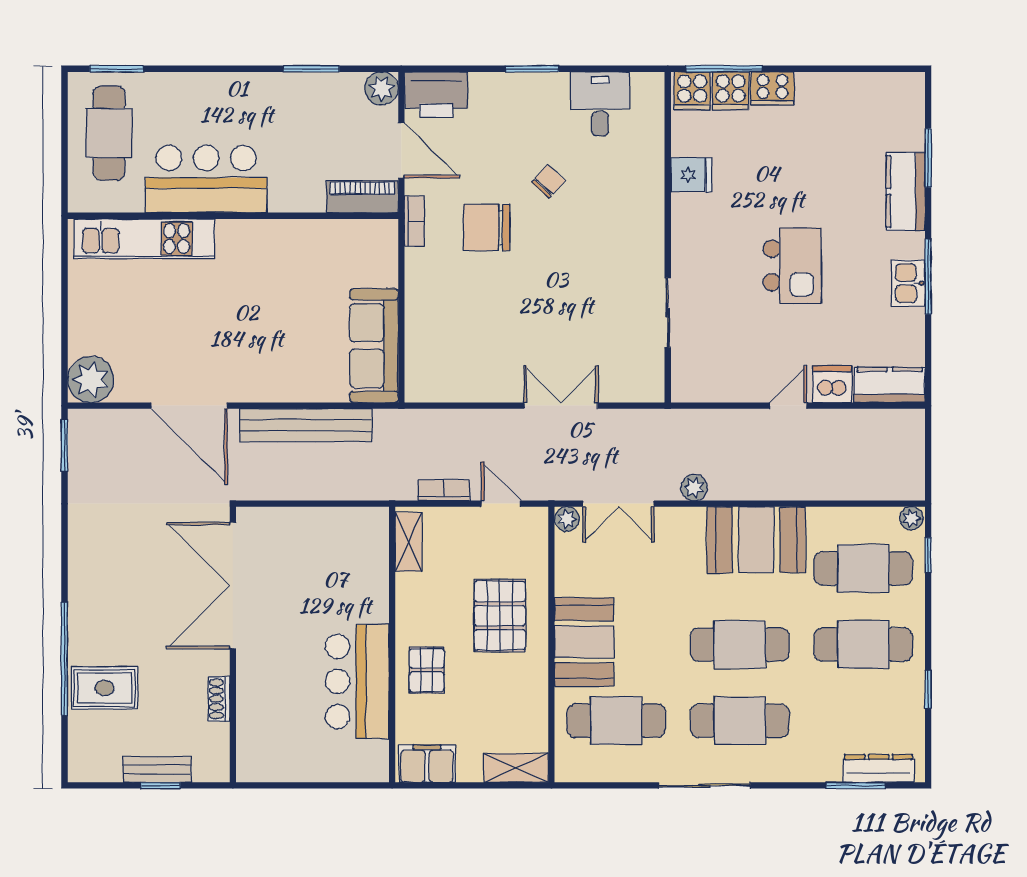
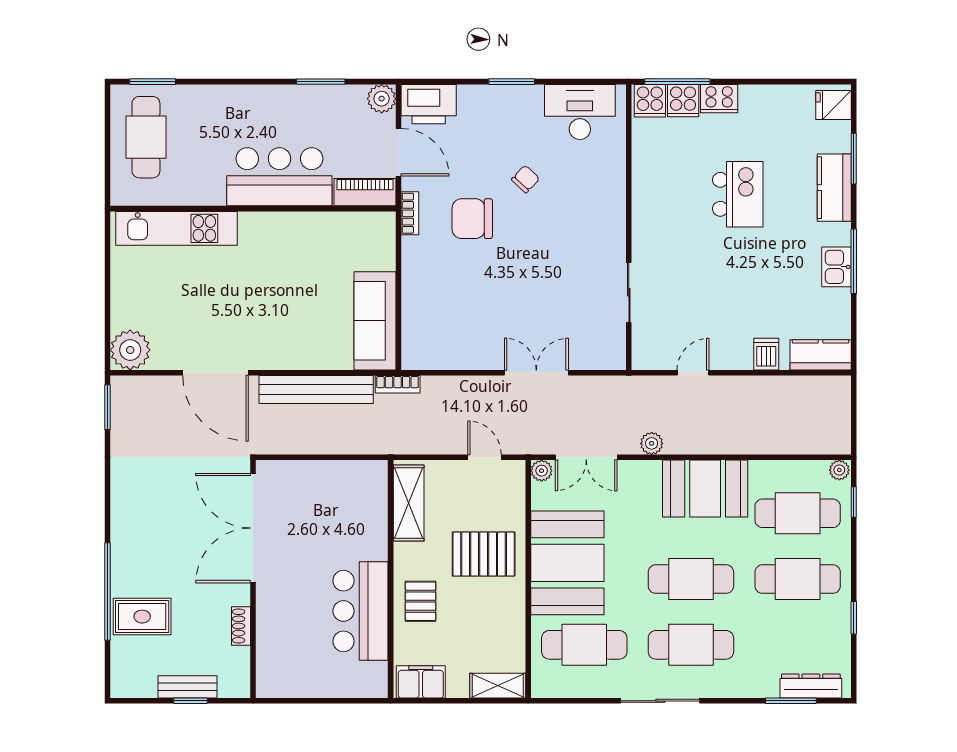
desk: (600, 104) -> (580, 112), width x1.37
fridge: (691, 175) -> (833, 105), moved, turned 180
bar counter: (206, 179) -> (279, 177), moved
kitchen island: (792, 265) -> (738, 194), moved
dishwasher: (832, 384) -> (766, 354), width x0.73
door: (788, 406) -> (693, 373), moved
bookcase: (444, 490) -> (398, 384), moved, turned 180
shelving: (408, 542) -> (409, 503), width x1.50, depth x1.33
pallet: (500, 616) -> (484, 554), turned 90
booth: (584, 642) -> (567, 563), width x1.36, depth x1.42

